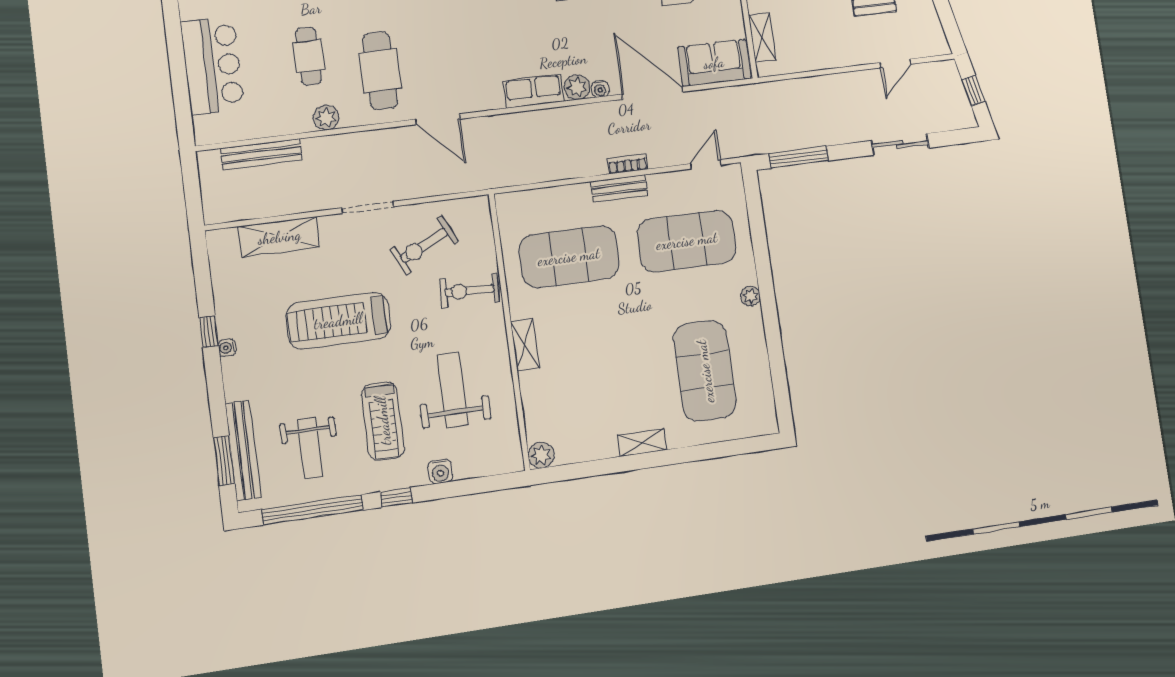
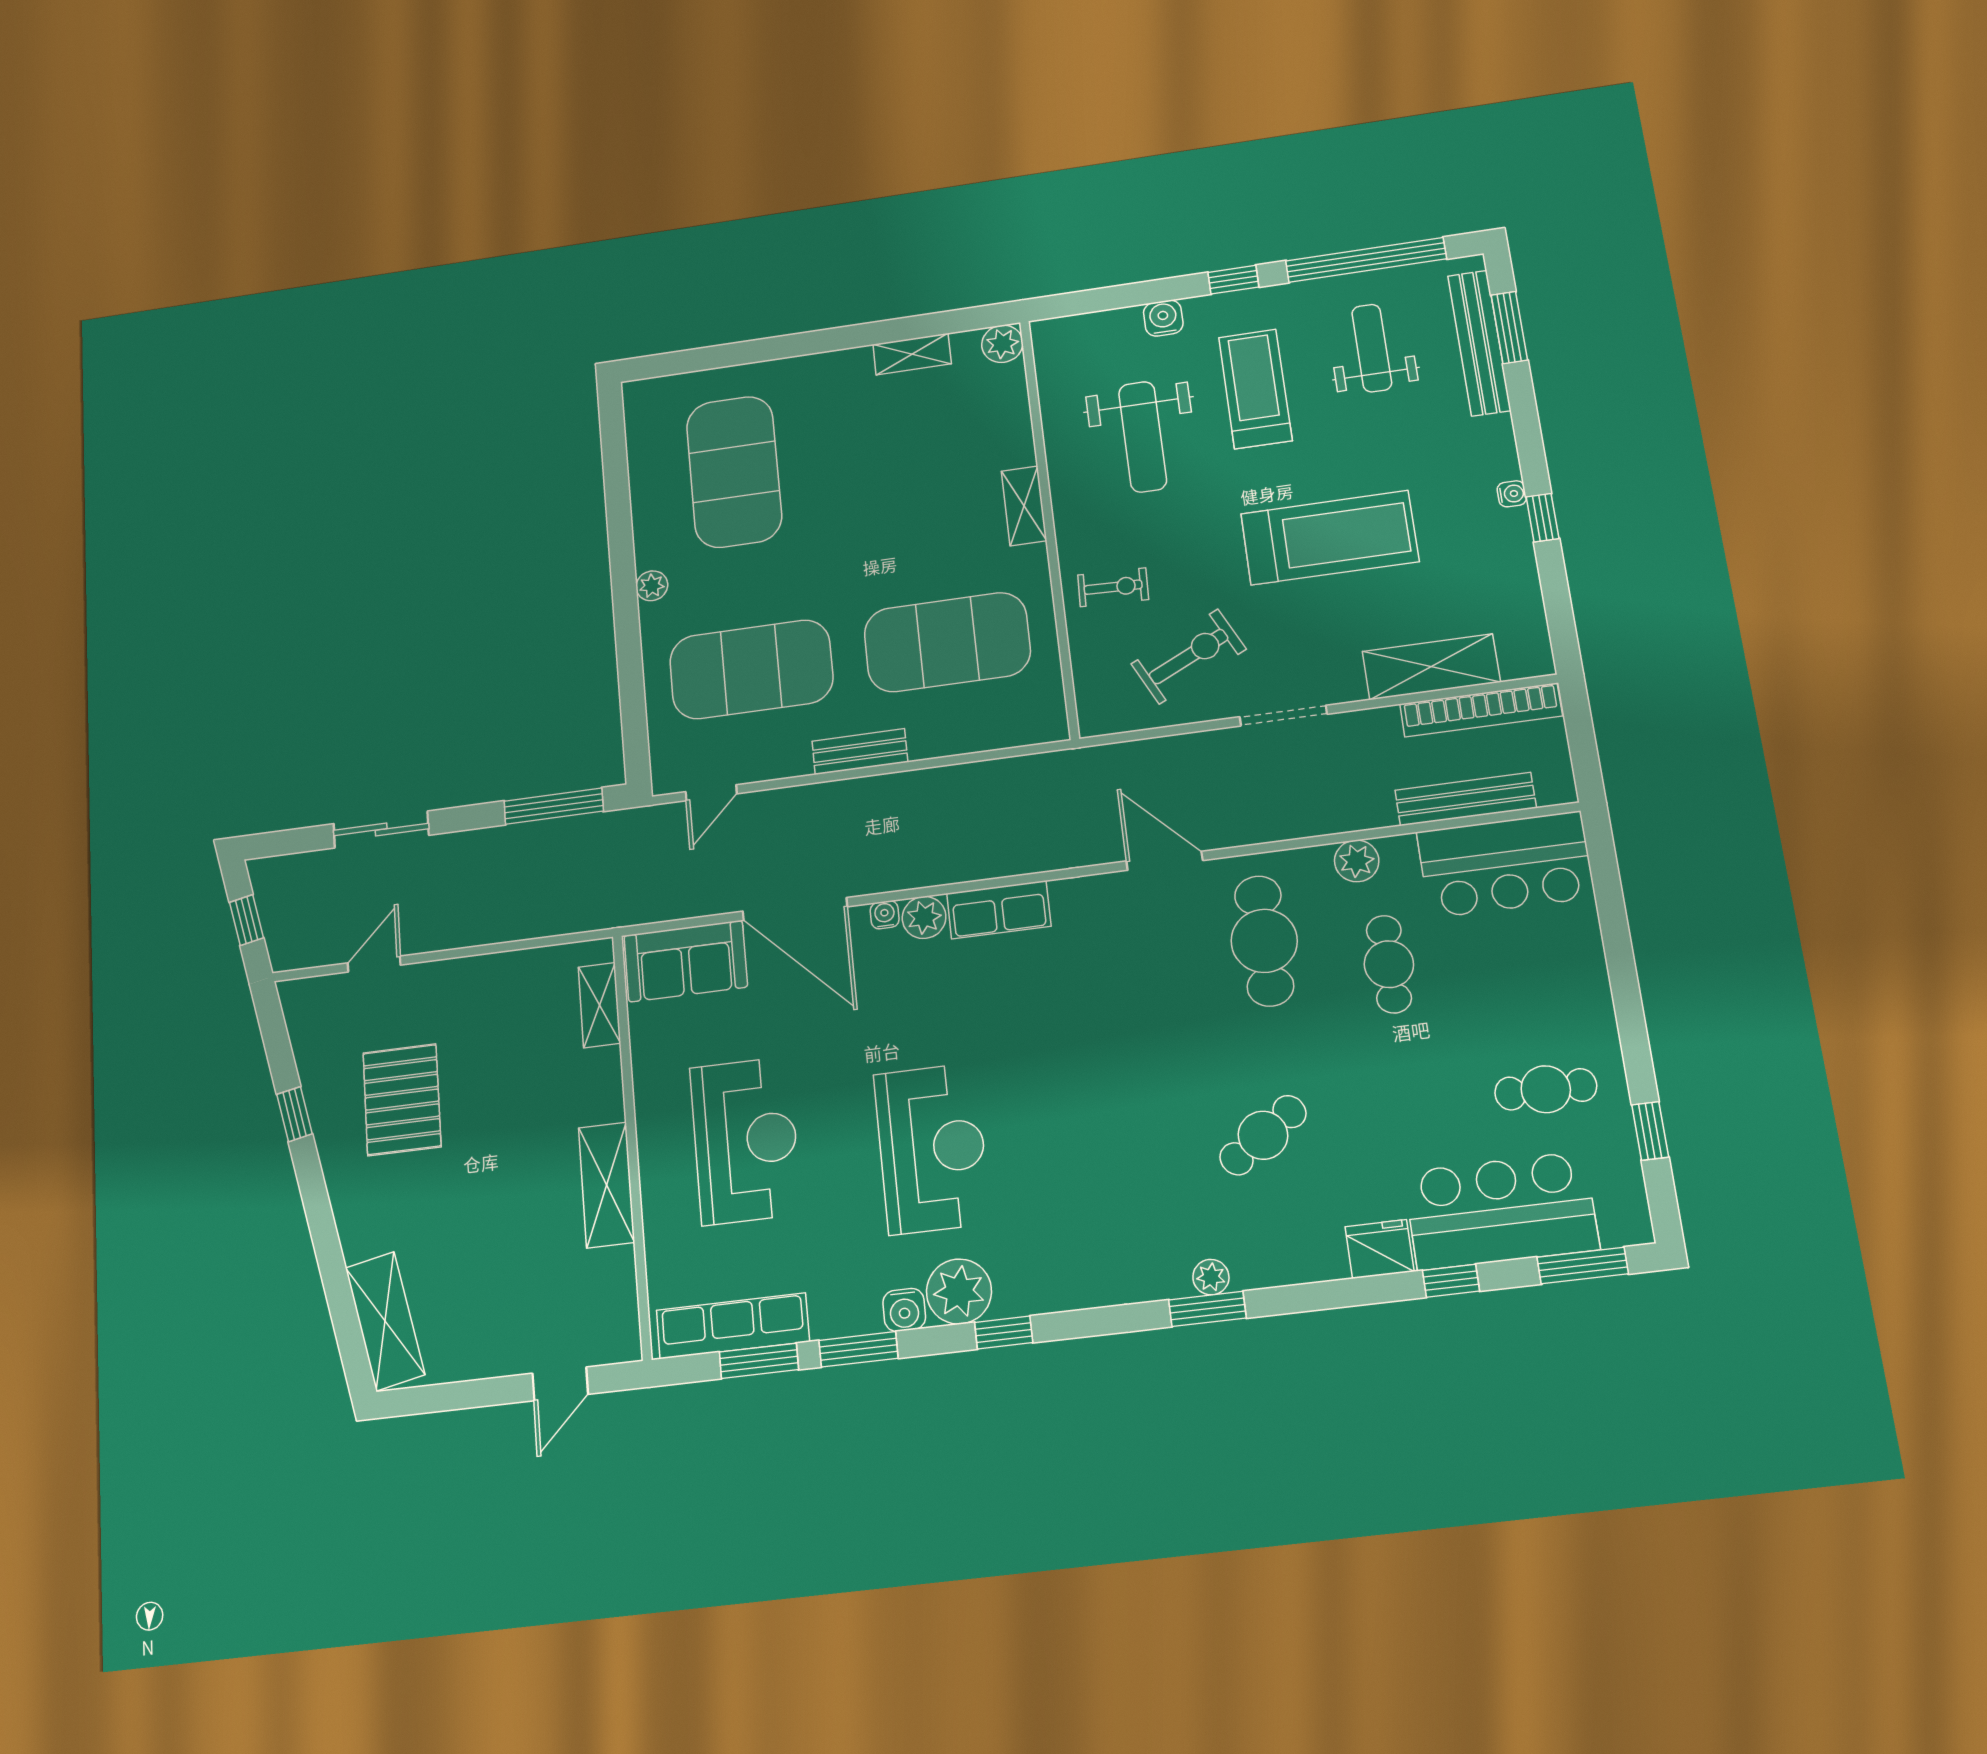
bar counter: (212, 66) -> (1505, 864), moved, turned -90
bookcase: (627, 164) -> (1481, 710), moved, width x2.31, depth x1.31
exercise bike: (470, 291) -> (1113, 587), width x0.73, depth x0.72
shelving: (642, 443) -> (912, 354), moved

